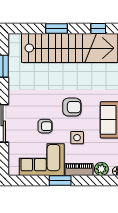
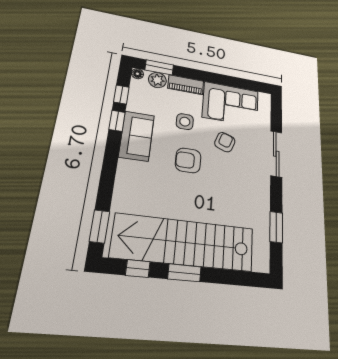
window: (56, 29) -> (184, 273), moved
armchair: (45, 126) -> (225, 142), turned 110
window: (60, 180) -> (159, 67), moved

